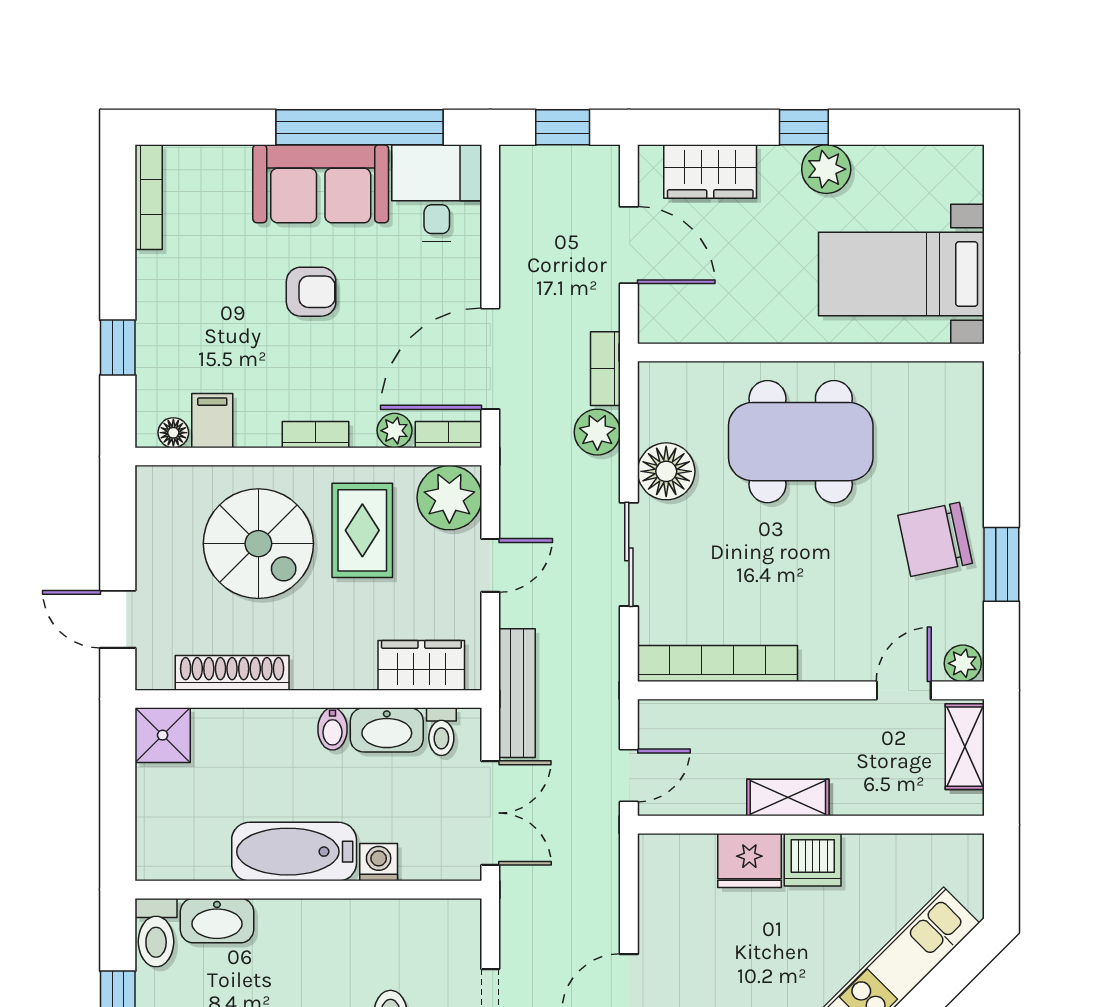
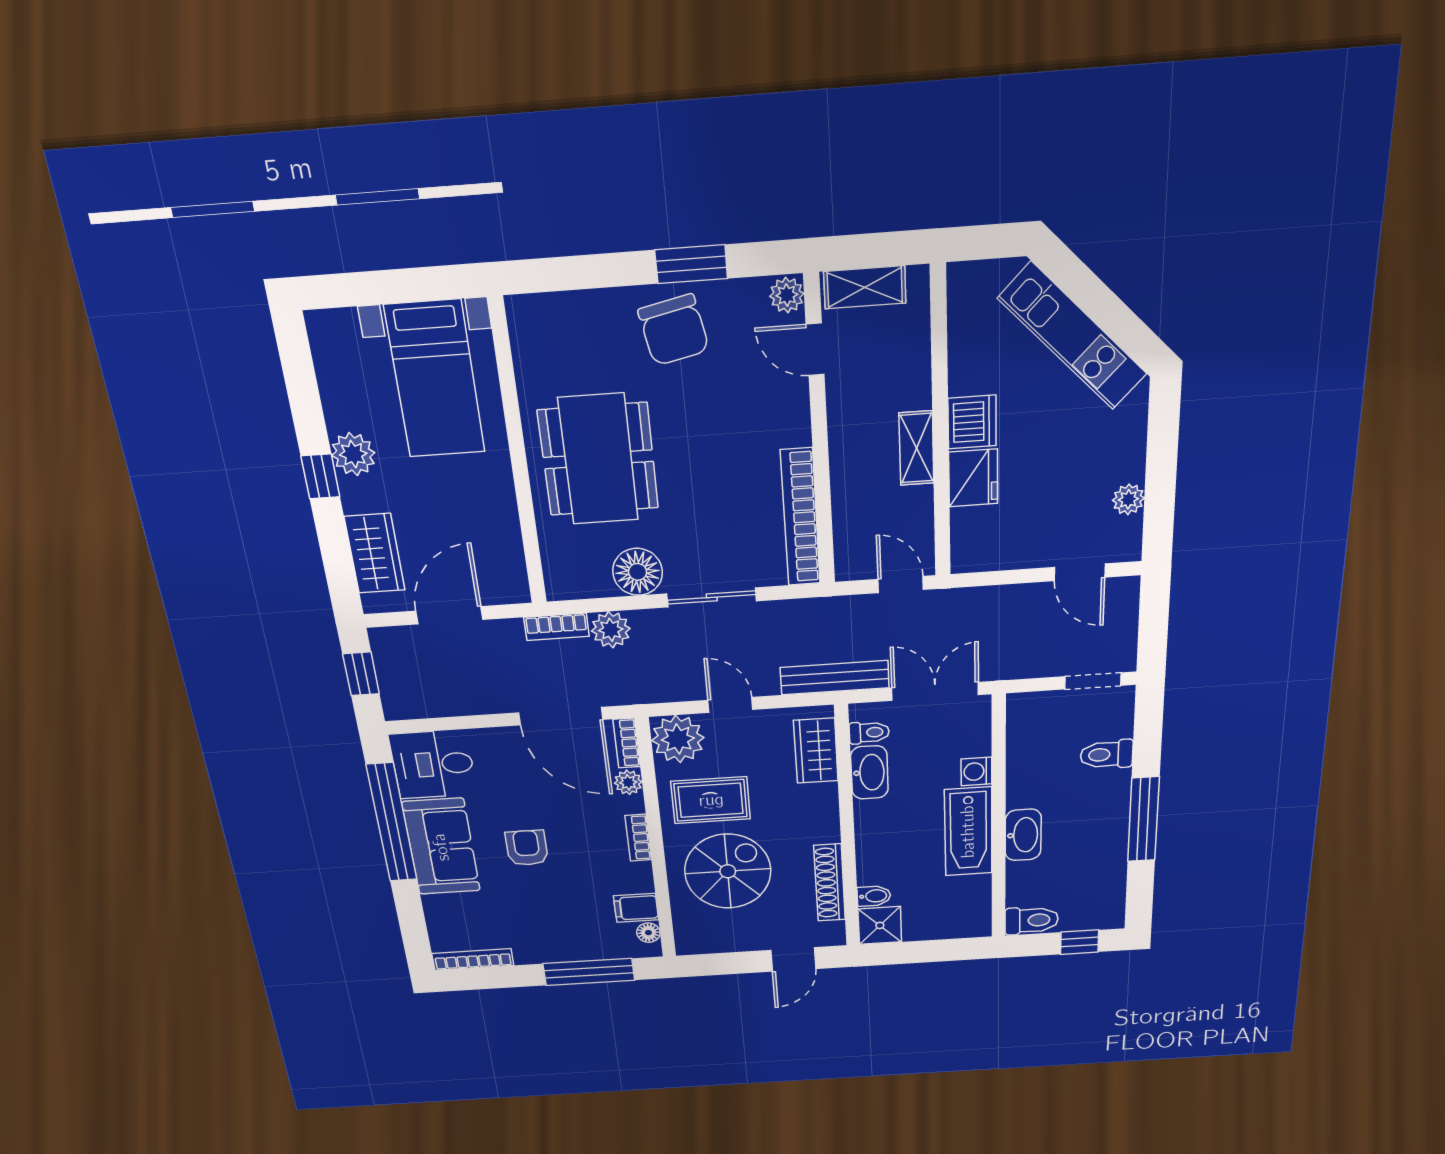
window: (118, 348) -> (589, 972), width x2.17
bidet: (332, 729) -> (874, 896), moved
washbasin: (217, 921) -> (1023, 835), moved

